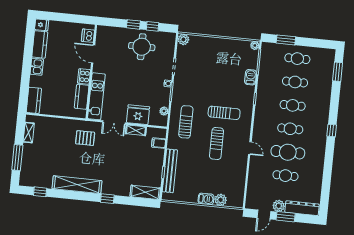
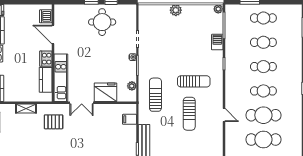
plant: (183, 39) -> (176, 10), moved
shelving: (136, 130) -> (26, 109), moved
cafe table: (285, 176) -> (263, 140), width x1.37, depth x1.35

